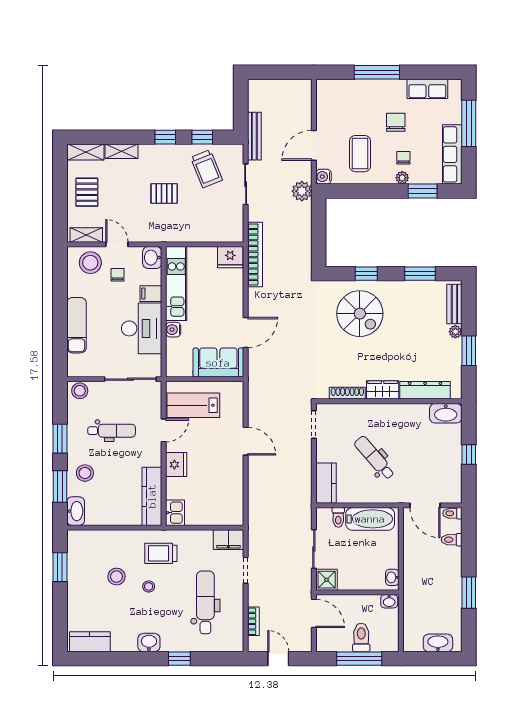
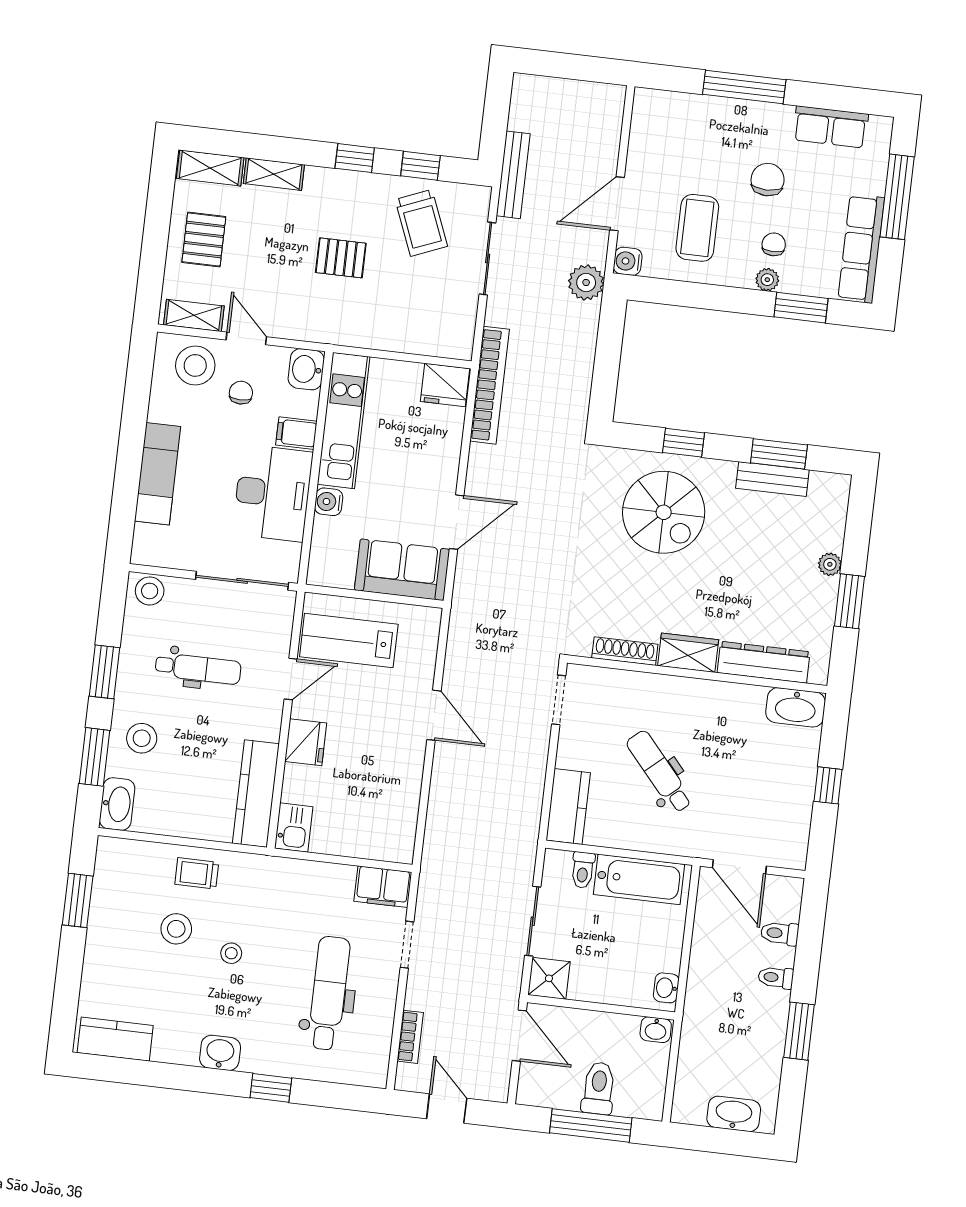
bench: (454, 304) -> (772, 479), moved, turned 90
toilet: (452, 513) -> (776, 978), moved
trolley: (161, 553) -> (197, 873), moved, width x0.73, depth x0.72

